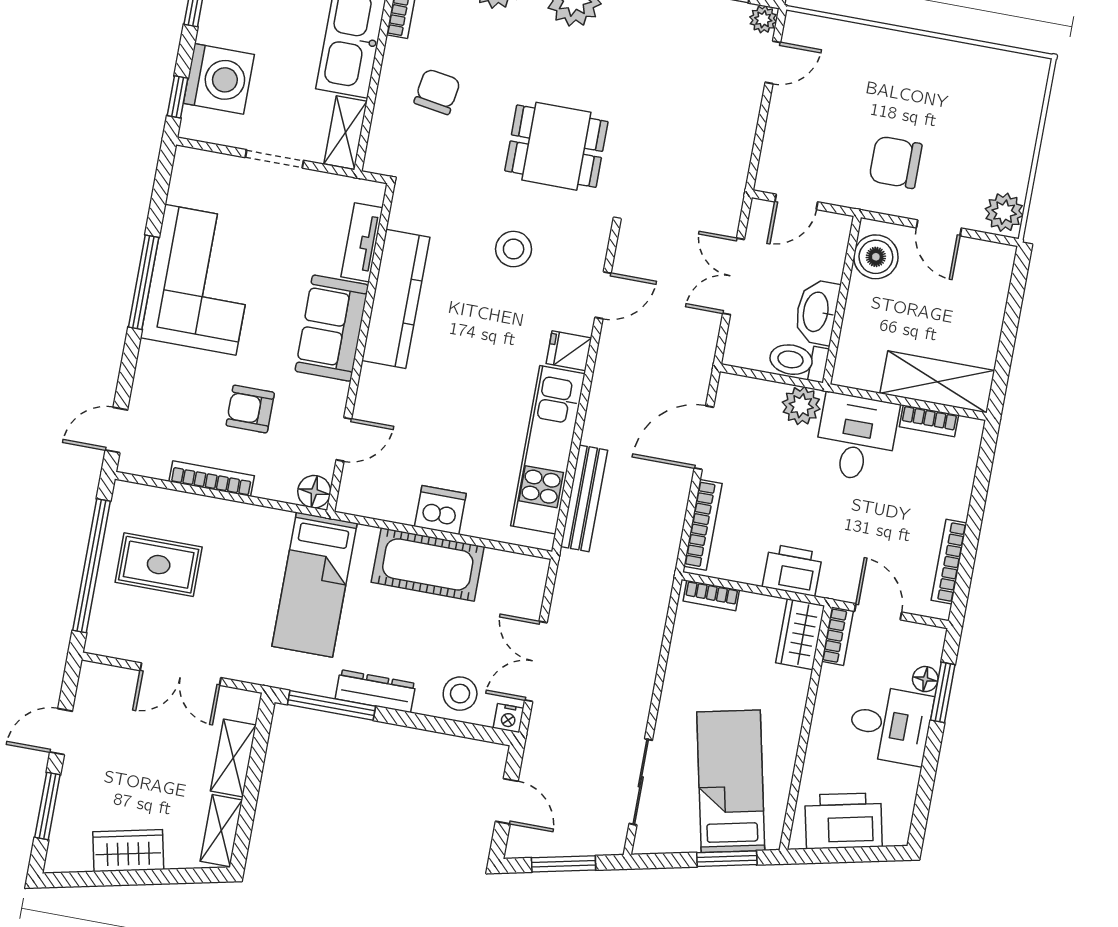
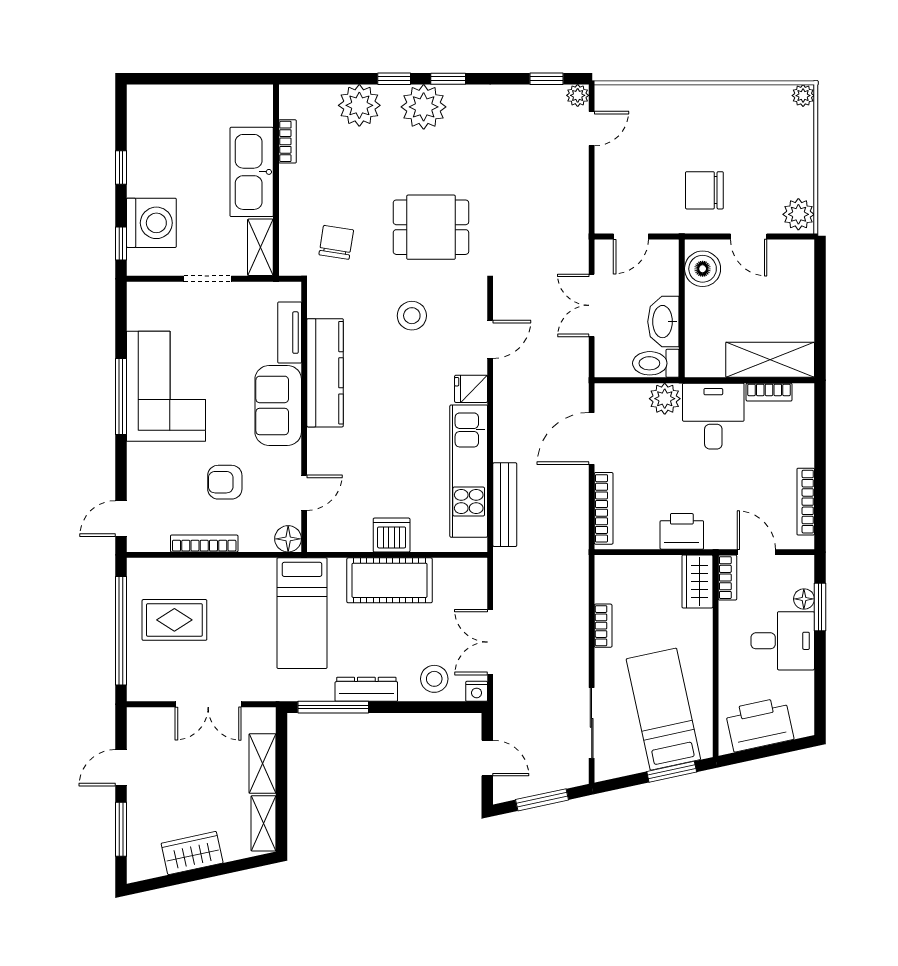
plant: (1036, 69) -> (803, 96), added
chair: (437, 92) -> (336, 242), moved
bookcase: (711, 596) -> (603, 626), moved, turned -90

